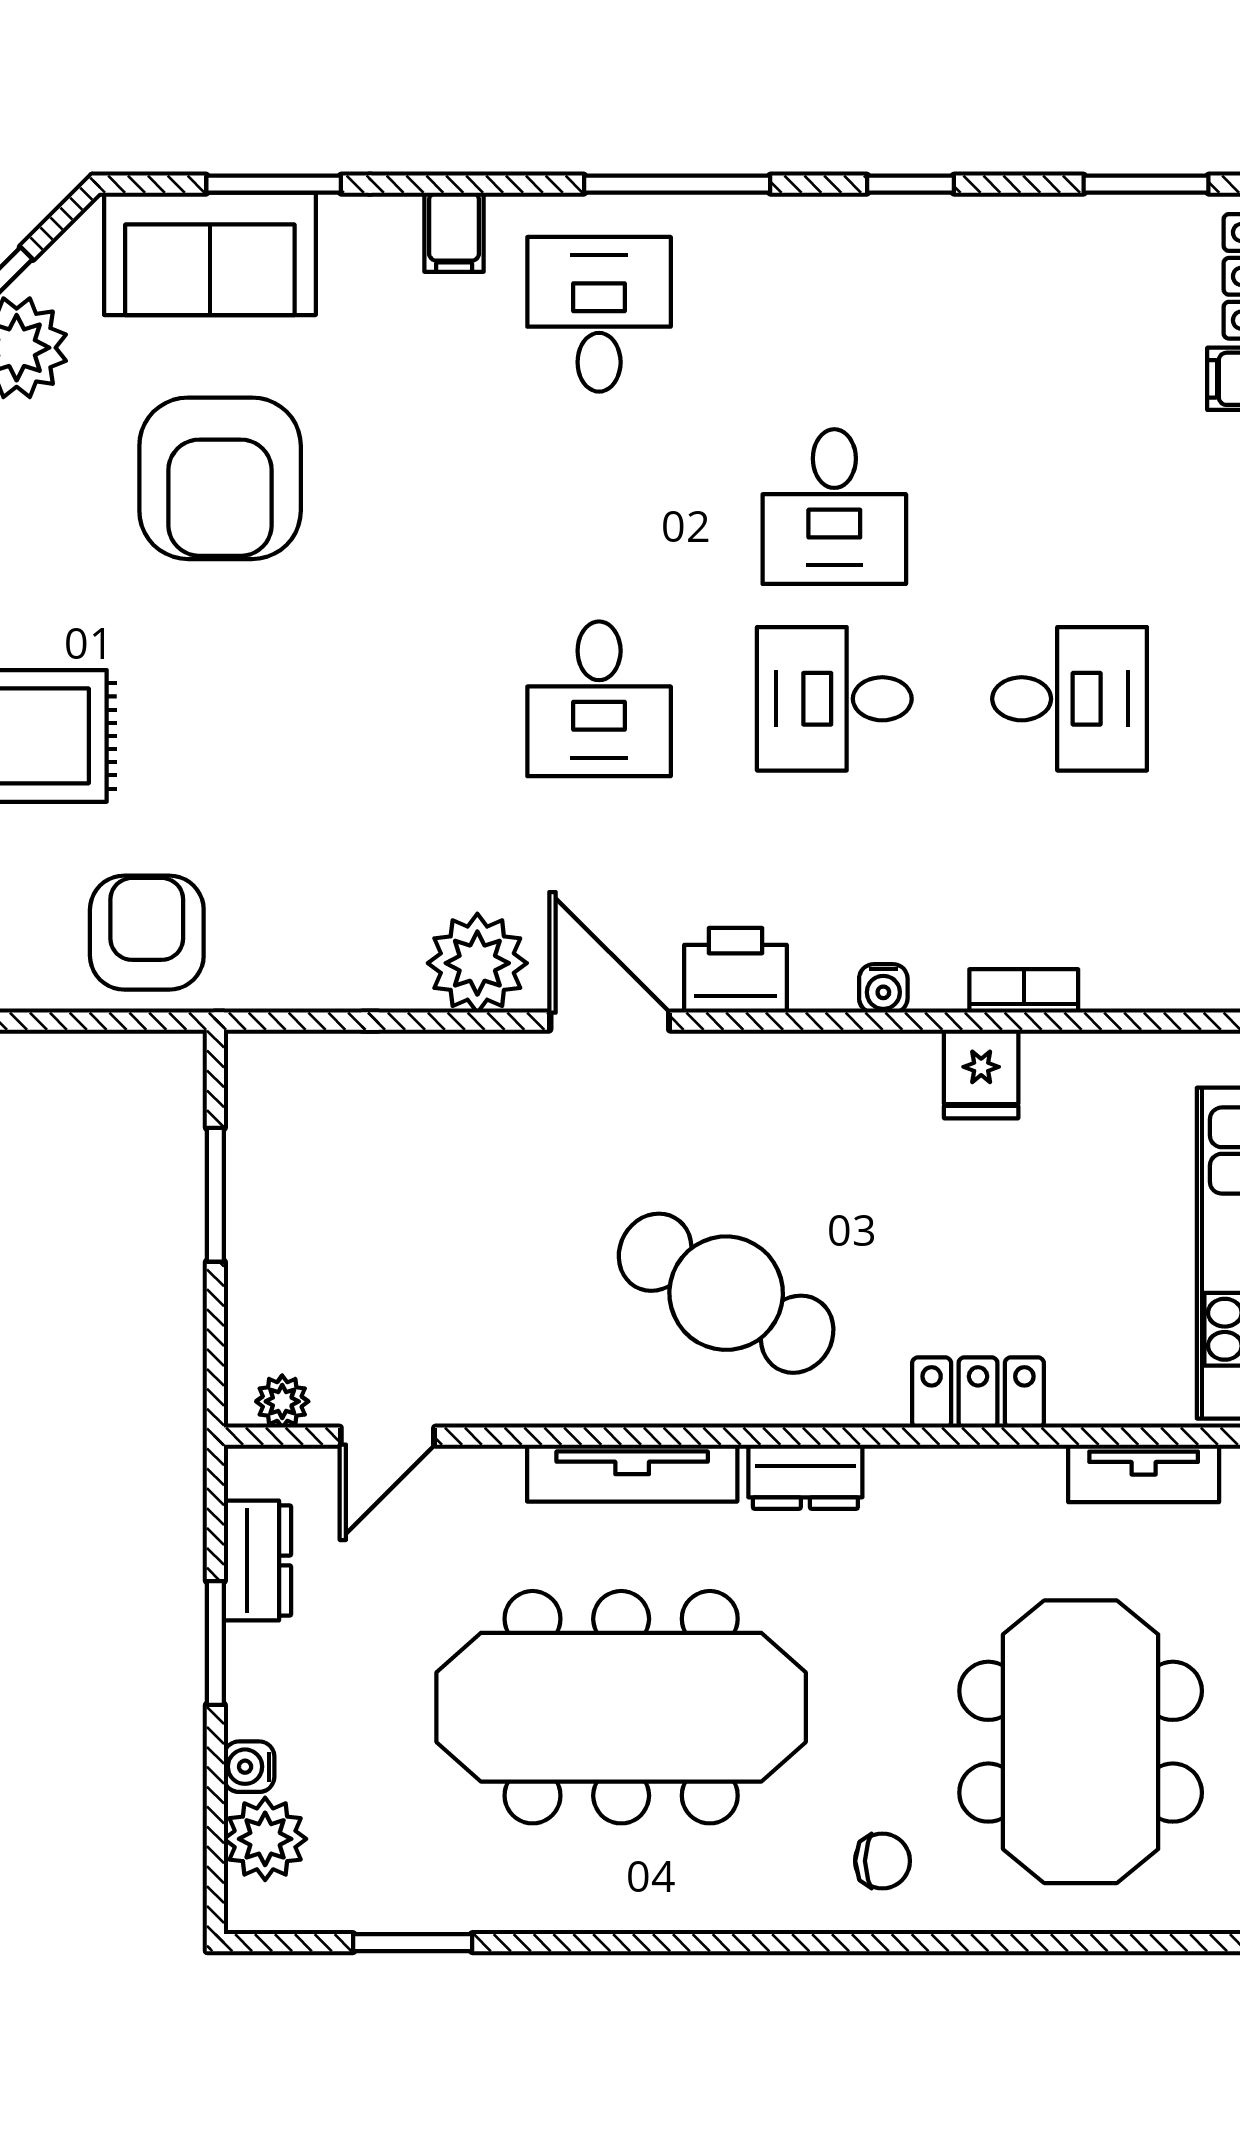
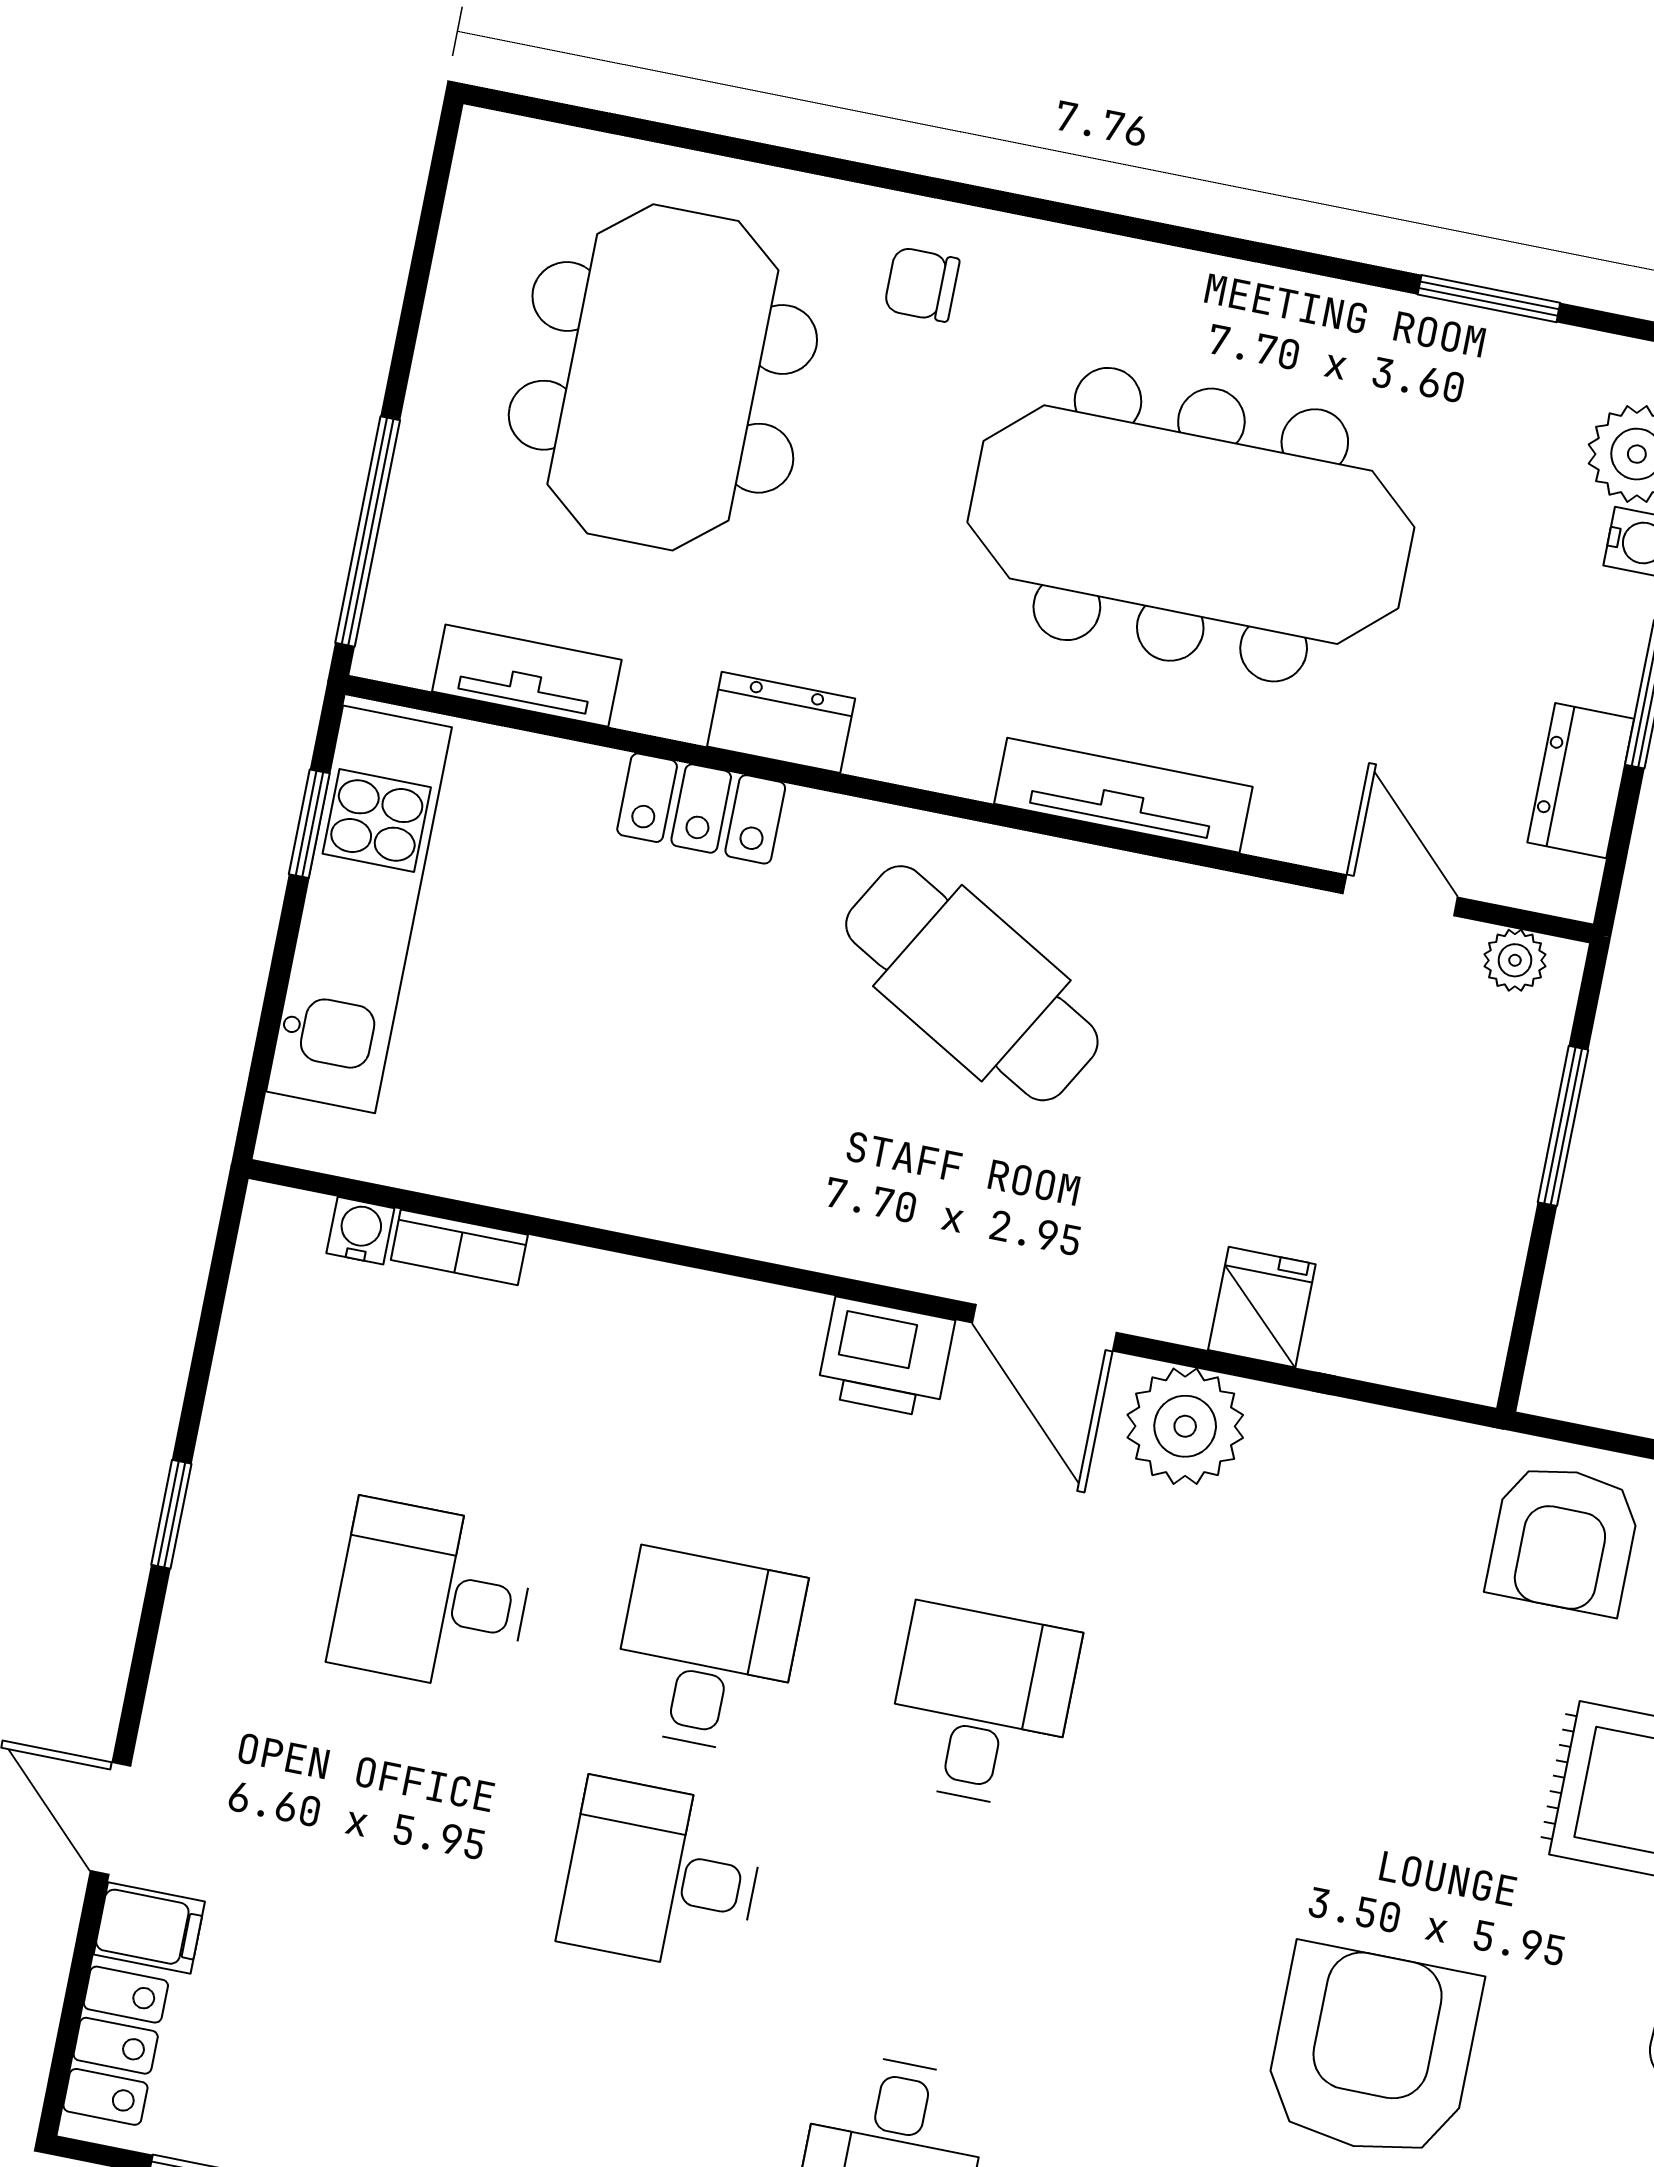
desk: (834, 507) -> (662, 1876), turned -90
desk: (834, 699) -> (707, 1651), turned -90
water cooler: (883, 988) -> (360, 1231), moved
bookcase: (1024, 991) -> (459, 1247), moved
fridge: (981, 1074) -> (1262, 1307), moved
window: (215, 1195) -> (1563, 1126), moved
door: (387, 1436) -> (1400, 895), hinge flipped
dresser: (805, 1477) -> (781, 722), moved

